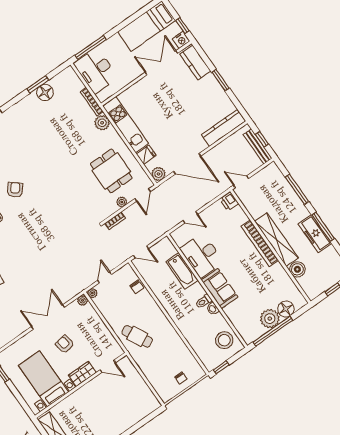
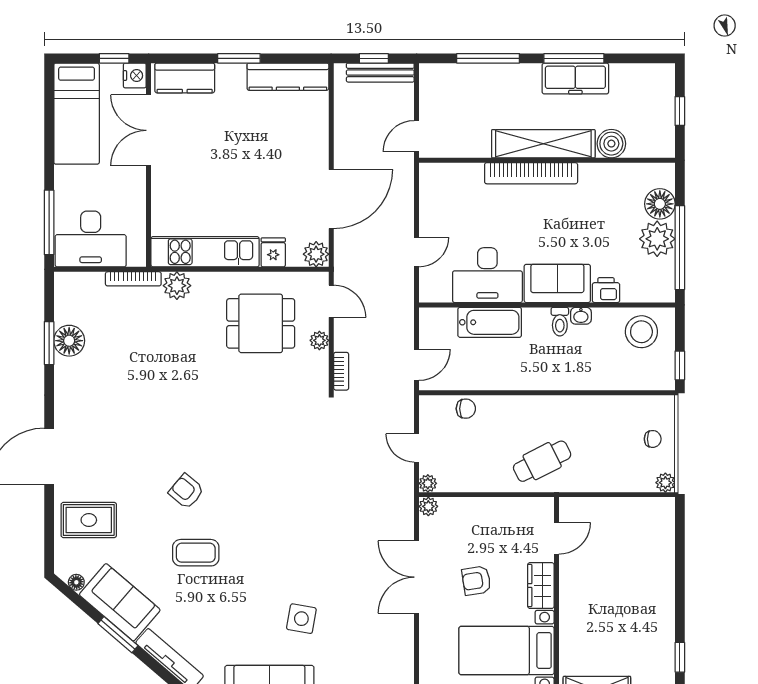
kitchen counter: (223, 128) -> (288, 77), moved, turned -90
printer: (229, 201) -> (606, 290), moved, turned 180
plant: (166, 397) -> (665, 483), added

